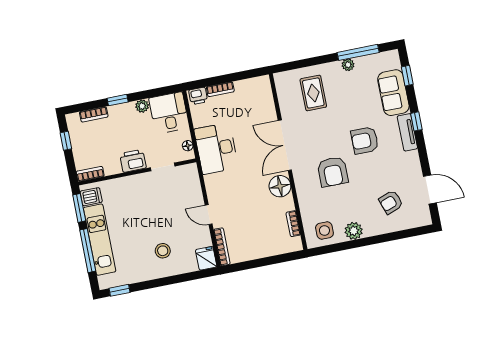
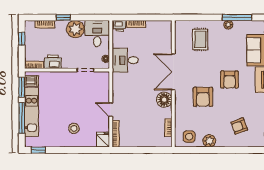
plant: (142, 106) -> (75, 29), width x1.88, depth x1.88
armchair: (365, 140) -> (229, 80), turned -90
desk: (216, 148) -> (125, 60), width x0.73
printer: (133, 161) -> (53, 62), moved

